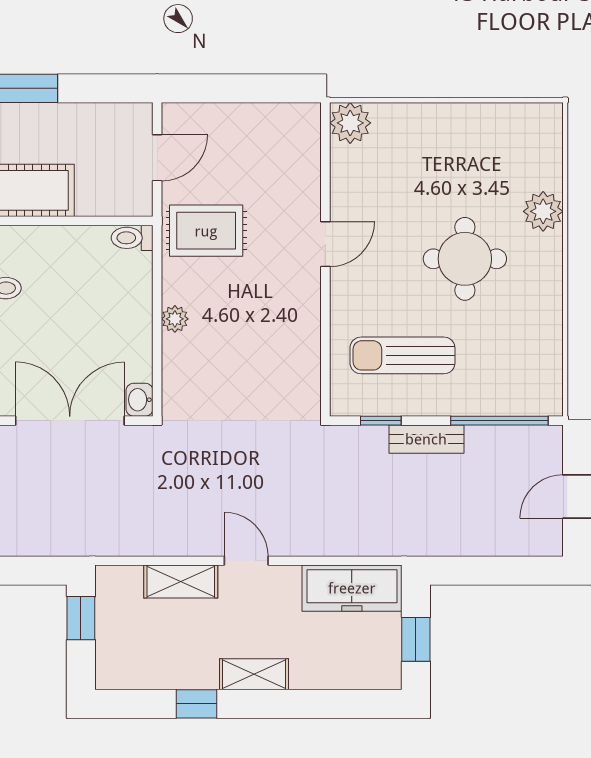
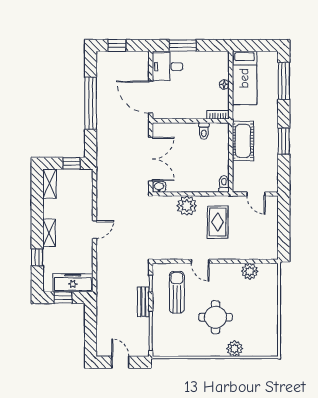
plant: (350, 123) -> (250, 271), moved
rug: (206, 231) -> (218, 222), moved
door: (325, 244) -> (200, 261), moved
plant: (175, 319) -> (187, 206), width x1.87, depth x1.87
shelving: (181, 582) -> (50, 184), moved
freezer: (352, 588) -> (73, 283), moved, turned 90
window: (197, 704) -> (37, 257), moved

